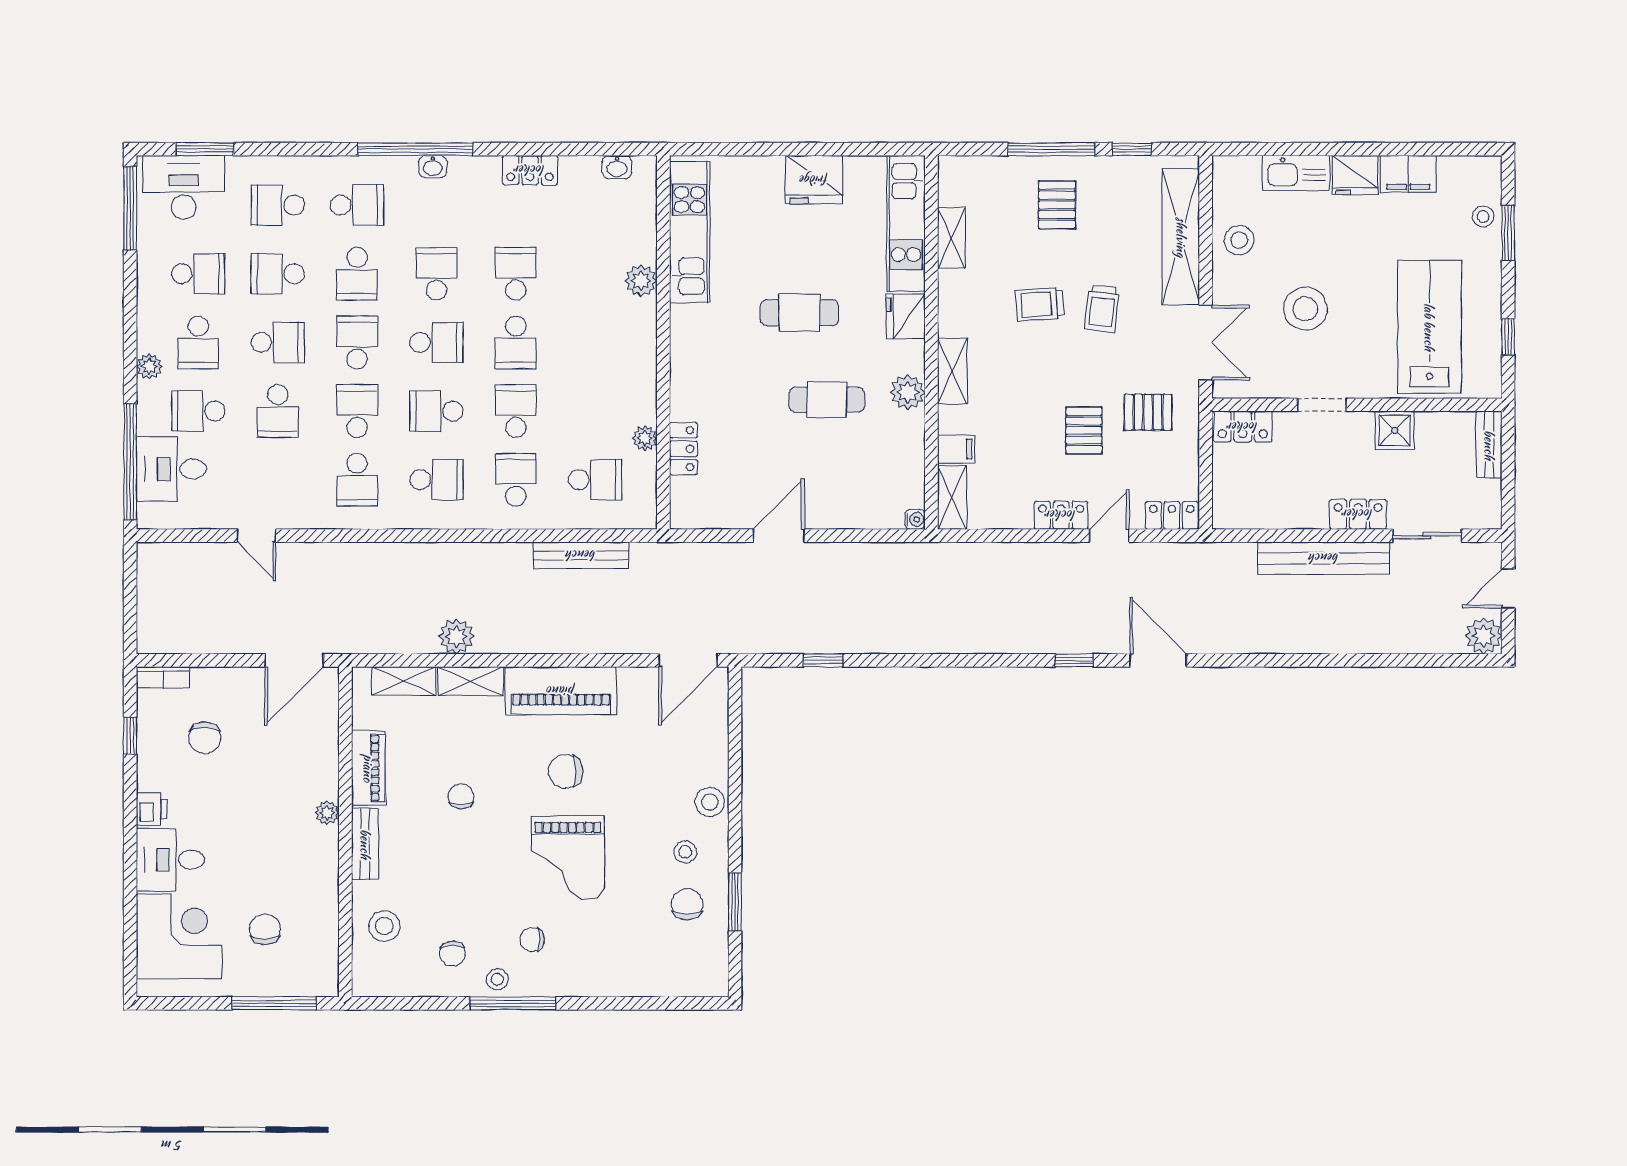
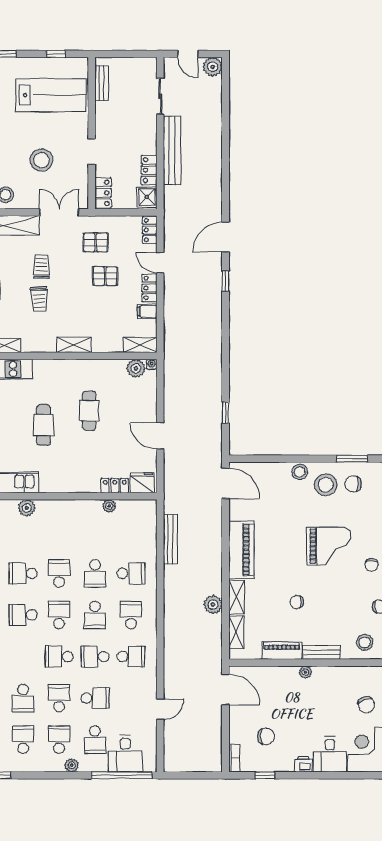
school desk: (357, 274) -> (23, 657), removed
trolley: (1102, 309) -> (41, 267), turned -96
fridge: (906, 316) -> (142, 483), moved, turned 180
lab bench: (1429, 327) -> (51, 95), turned 180
school desk: (198, 342) -> (59, 740), turned -90
school desk: (516, 342) -> (59, 573), turned -90
plant: (908, 392) -> (136, 368), moved
school desk: (516, 411) -> (95, 573), turned -90
pallet: (1148, 412) -> (96, 242), turned 90
shower: (1395, 430) -> (147, 197), moved
bench: (1489, 445) -> (102, 83), moved, turned 90
filing cabinet: (956, 449) -> (147, 311), moved, turned -90
school desk: (516, 480) -> (131, 573), turned 180
school desk: (595, 480) -> (131, 532), removed
locker: (1358, 514) -> (149, 170), moved
chair: (566, 771) -> (284, 547), removed
stool: (685, 852) -> (326, 485), width x1.89, depth x1.89
chair: (265, 929) -> (366, 705), turned -109

